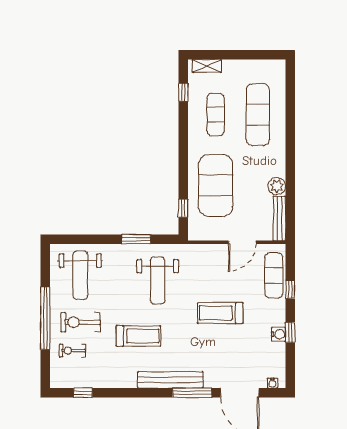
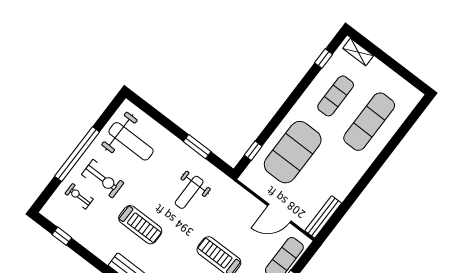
plant: (277, 186) -> (341, 190), removed
weight bench: (80, 275) -> (131, 141), turned -90
weight bench: (158, 280) -> (189, 192), width x0.73, depth x0.75
exercise bike: (81, 322) -> (103, 179), turned 180

